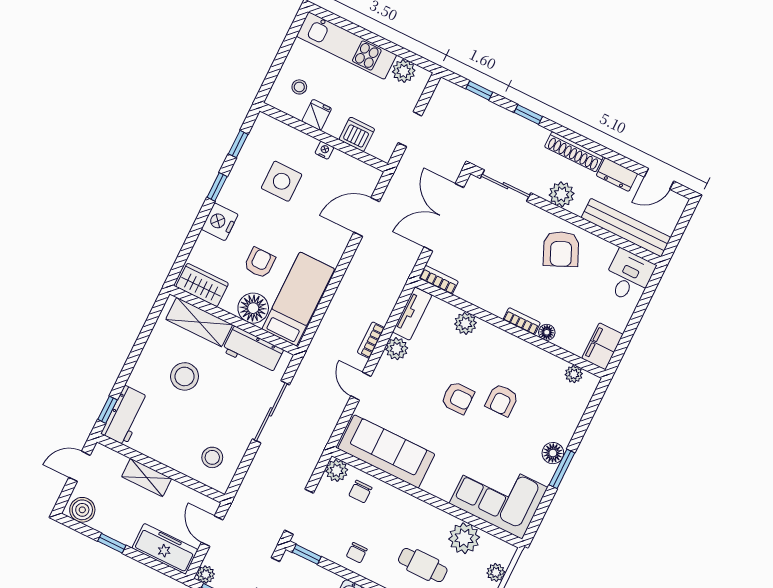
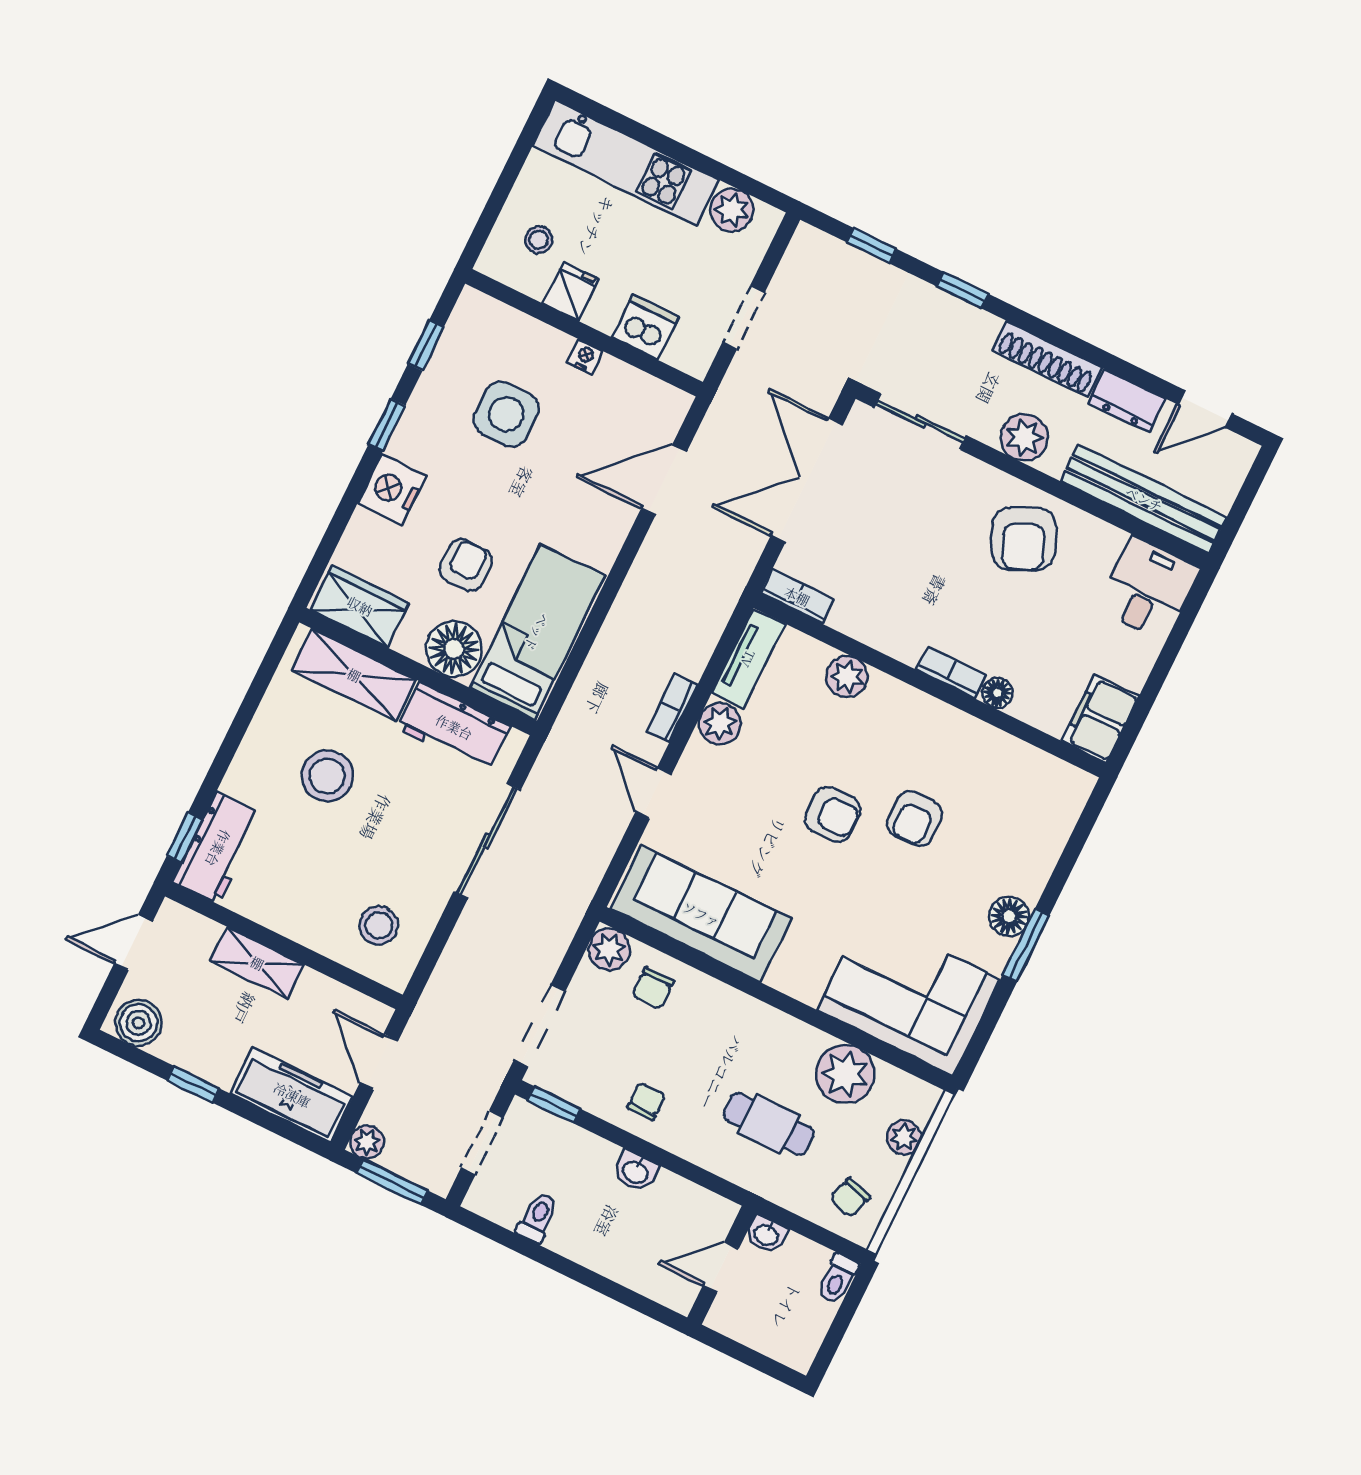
plant: (574, 374) -> (1048, 770), removed
chair: (357, 553) -> (646, 1101), turned 180

